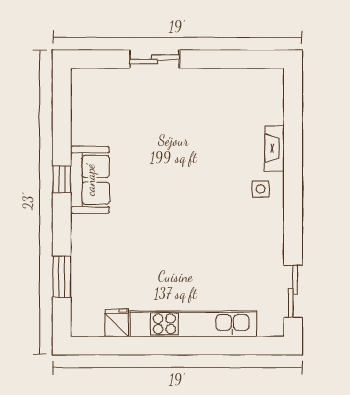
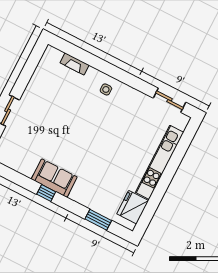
fireplace: (275, 148) -> (75, 64), moved
fridge: (117, 323) -> (133, 207), width x1.88, depth x1.34

